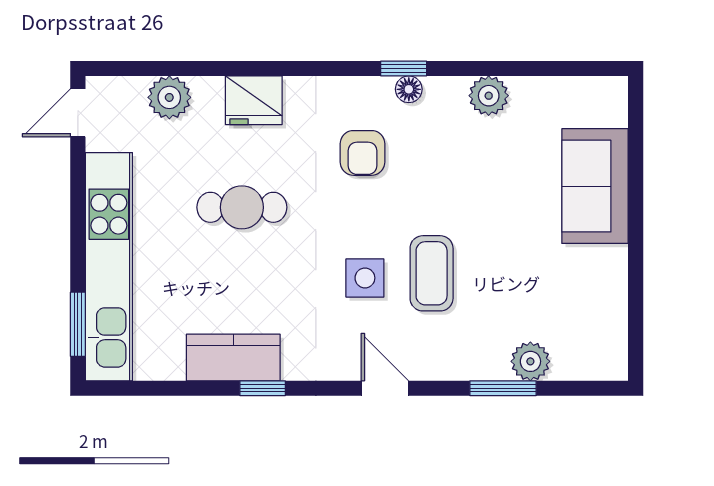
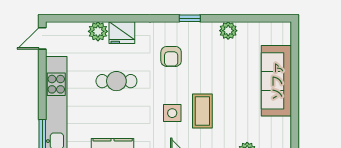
floor lamp: (409, 89) -> (192, 28), removed
plant: (169, 97) -> (98, 31), moved
sofa: (595, 186) -> (276, 81), width x1.36

